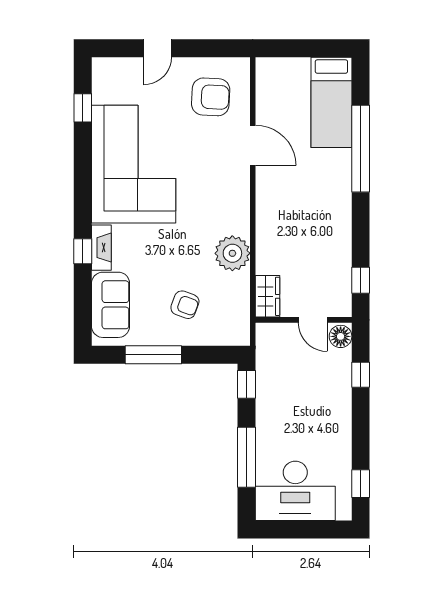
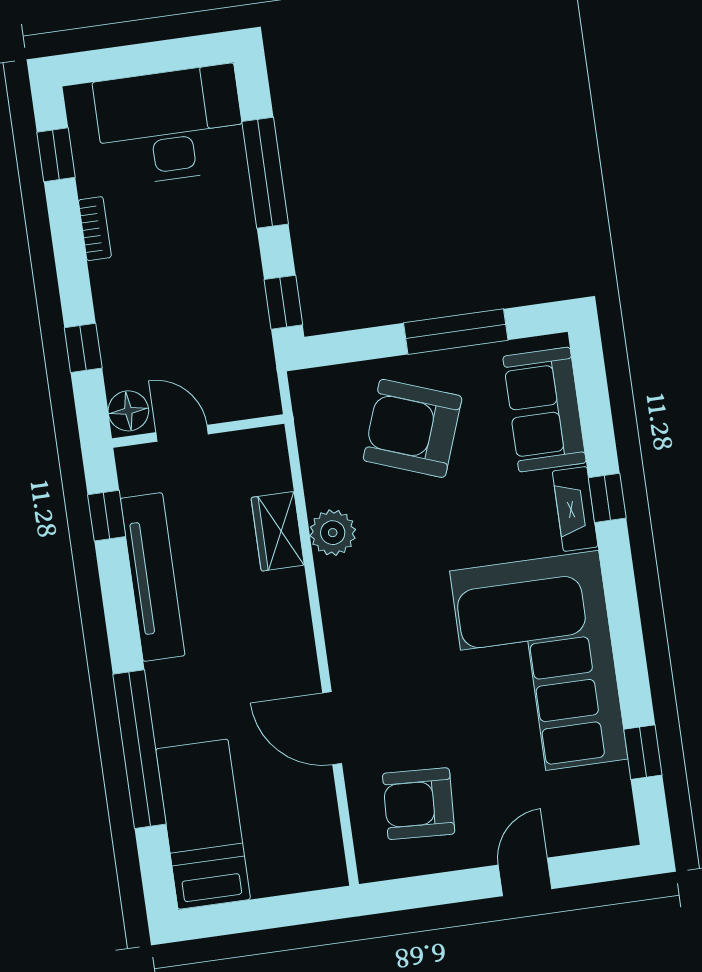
tv unit: (340, 243) -> (153, 577), added
plant: (232, 253) -> (333, 533), width x0.73, depth x0.73
wardrobe: (267, 296) -> (278, 531), moved
armchair: (185, 305) -> (413, 428), width x1.88, depth x1.88
bookcase: (345, 440) -> (95, 229), added

